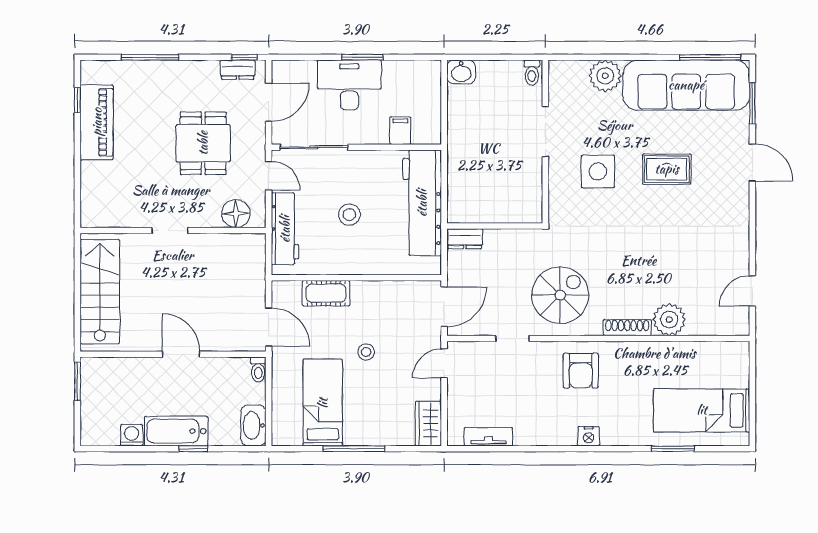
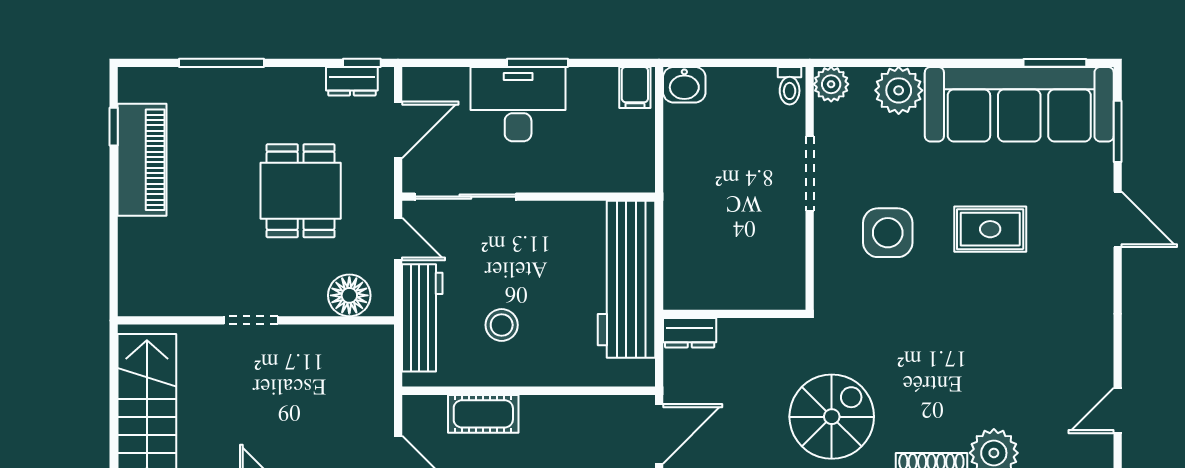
window: (710, 57) -> (1055, 63), width x0.69
plant: (560, 72) -> (831, 84), added
filing cabinet: (400, 131) -> (635, 87), moved, turned 180
stool: (349, 215) -> (502, 325), moved

